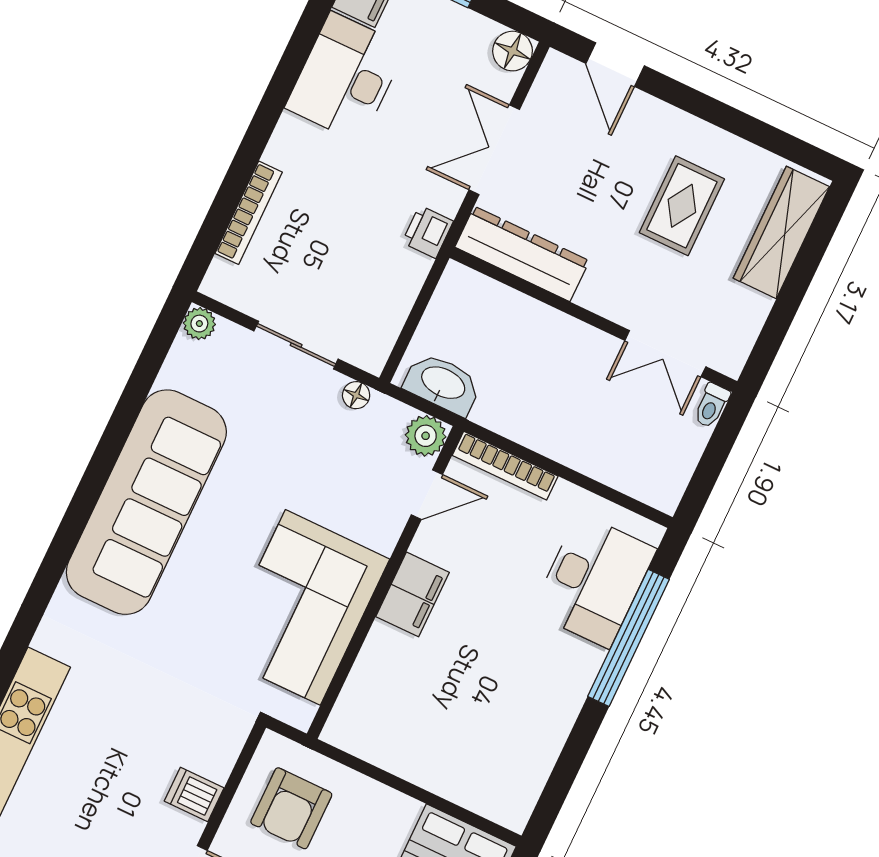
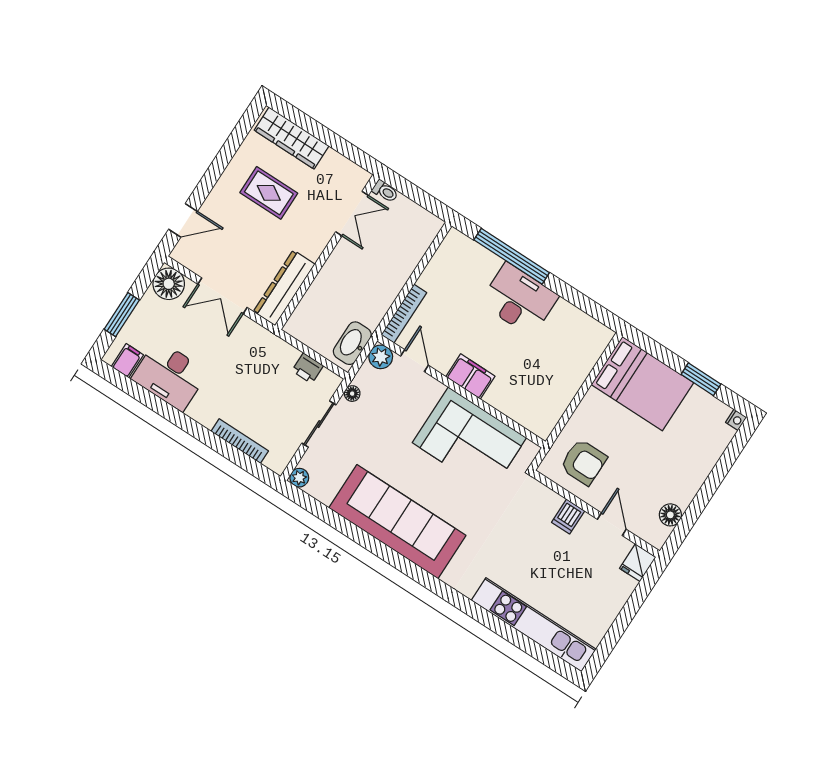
floor lamp: (513, 51) -> (169, 284), width x1.38, depth x1.38
printer: (428, 232) -> (308, 368), moved
desk: (594, 581) -> (519, 300), moved

